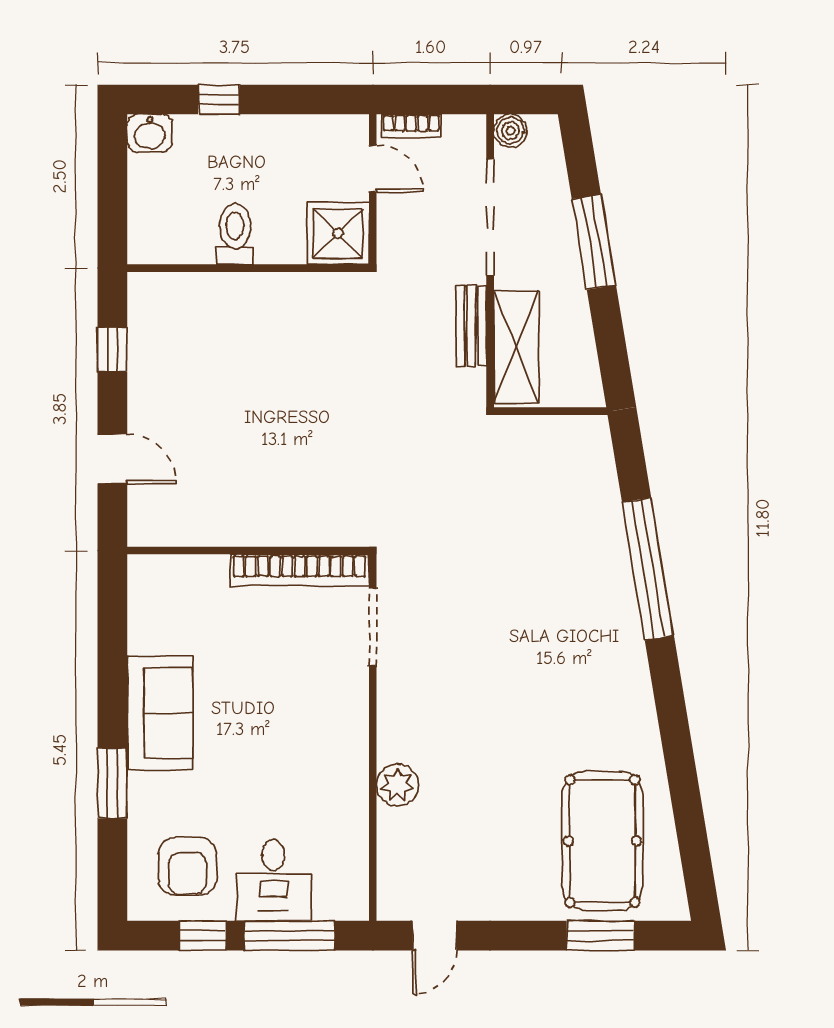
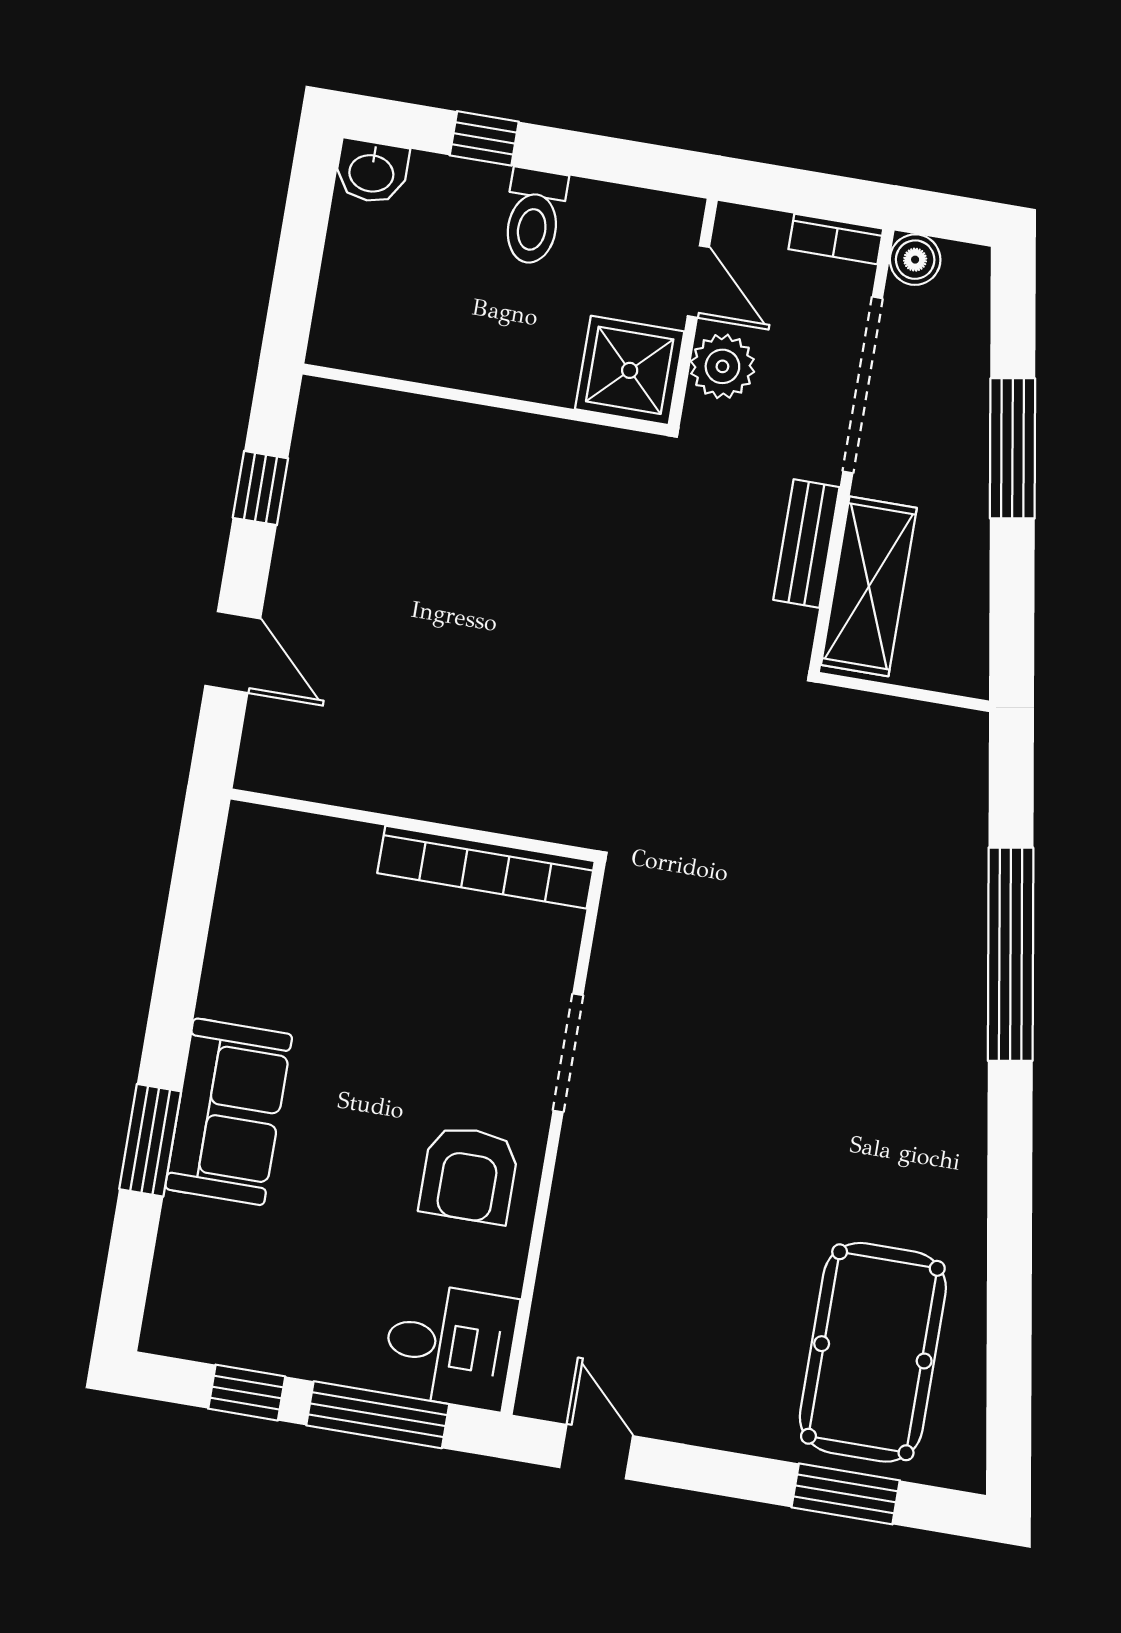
bookcase: (411, 126) -> (836, 239), moved
toilet: (235, 234) -> (534, 217), moved, turned 180
doorway: (373, 627) -> (568, 1053), moved
sofa: (160, 713) -> (229, 1112), moved
plant: (398, 785) -> (722, 366), moved
armchair: (188, 866) -> (469, 1175), moved
desk: (273, 880) -> (450, 1346), moved, turned -90
door: (435, 936) -> (596, 1452), swing flipped

